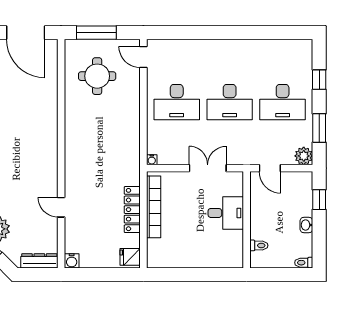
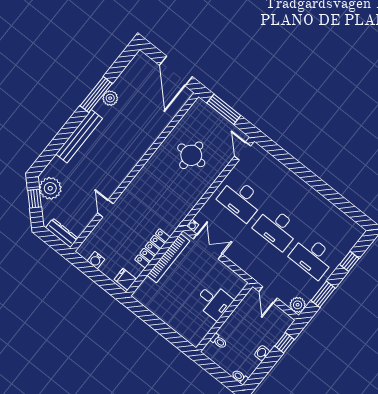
round table: (97, 76) -> (191, 155), moved
double door: (208, 168) -> (208, 247), moved
water cooler: (72, 261) -> (96, 260), moved

